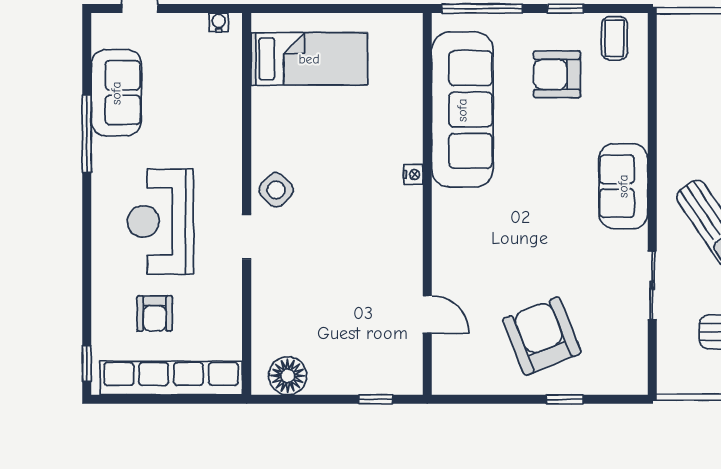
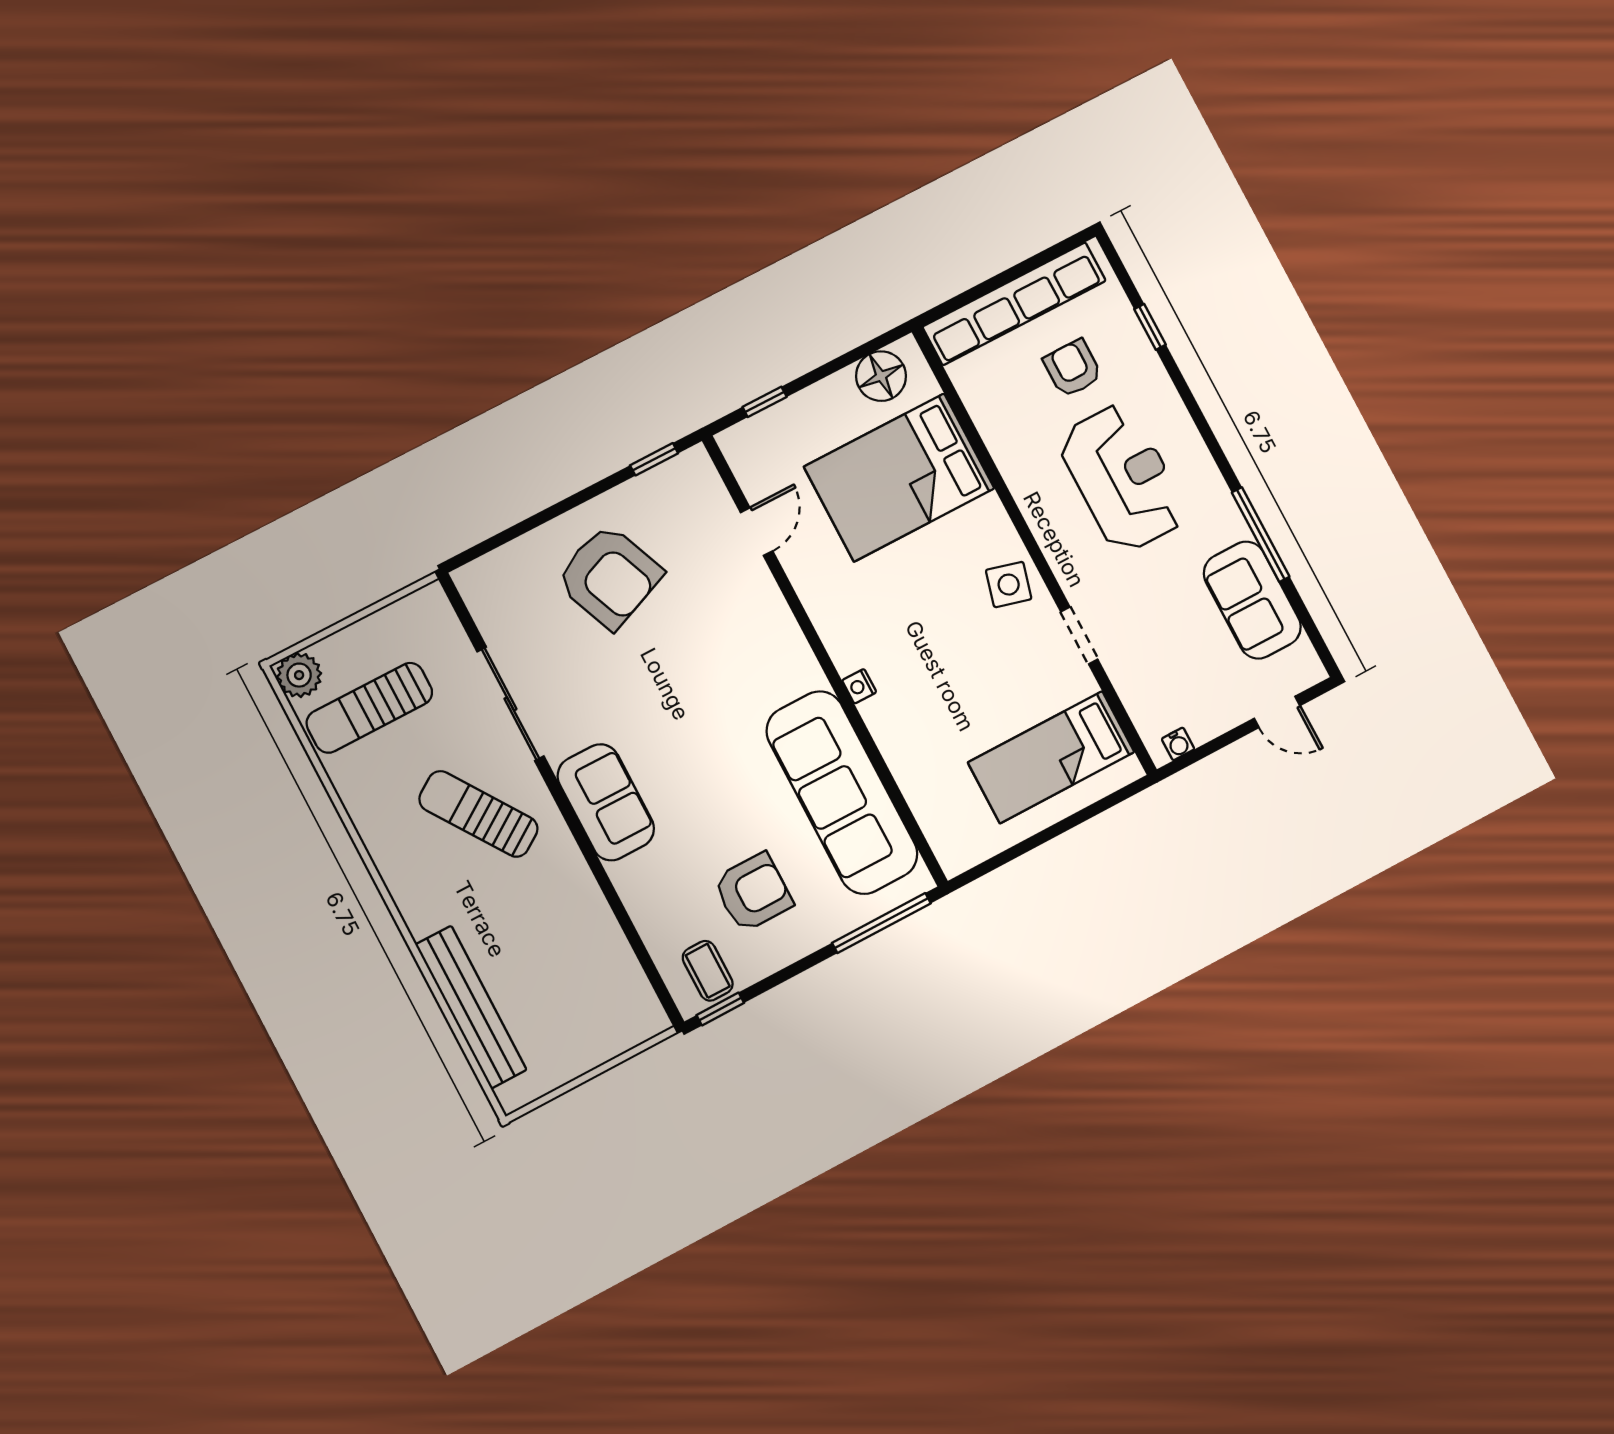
window: (565, 8) -> (720, 1009), moved
side table: (276, 190) -> (1009, 585), turned -30
doorway: (247, 237) -> (1079, 636), moved
sliding door: (652, 285) -> (510, 704), width x1.37
bed: (312, 301) -> (899, 477), added
door: (427, 314) -> (757, 532), swing flipped
window: (87, 363) -> (1150, 327), moved
window: (565, 399) -> (654, 459), moved

